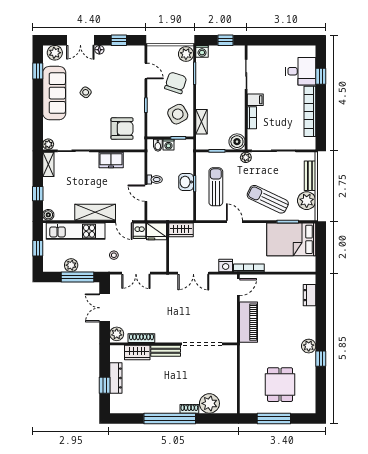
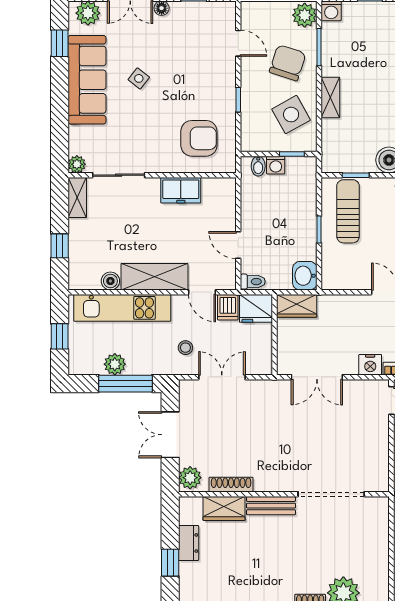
shelving: (202, 122) -> (330, 97), moved
toilet: (155, 180) -> (253, 282), moved
washbasin: (186, 182) -> (305, 276), moved
sun lounger: (216, 187) -> (348, 211), moved
boiler: (48, 215) -> (110, 281), moved
double door: (136, 273) -> (222, 377), swing flipped
dresser: (116, 378) -> (189, 543), width x0.70

